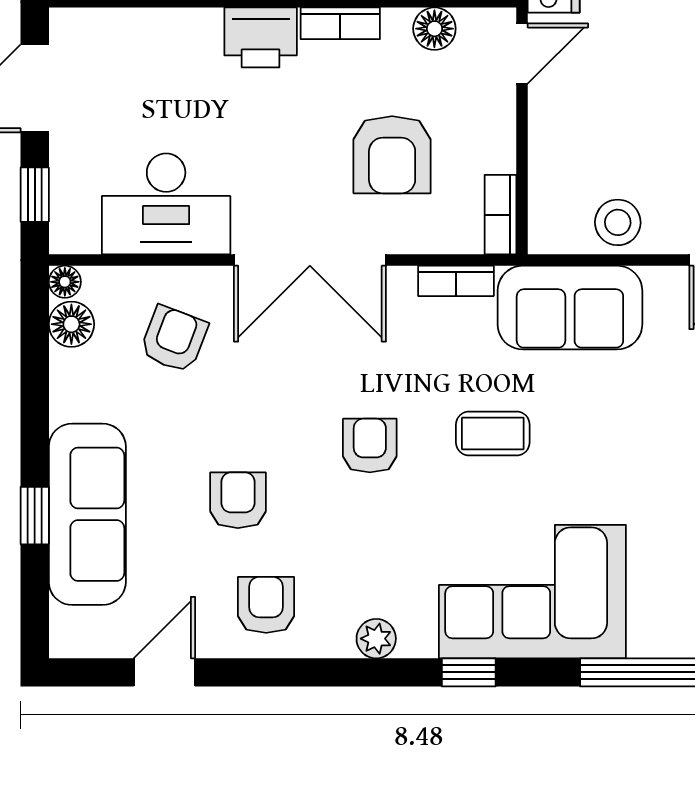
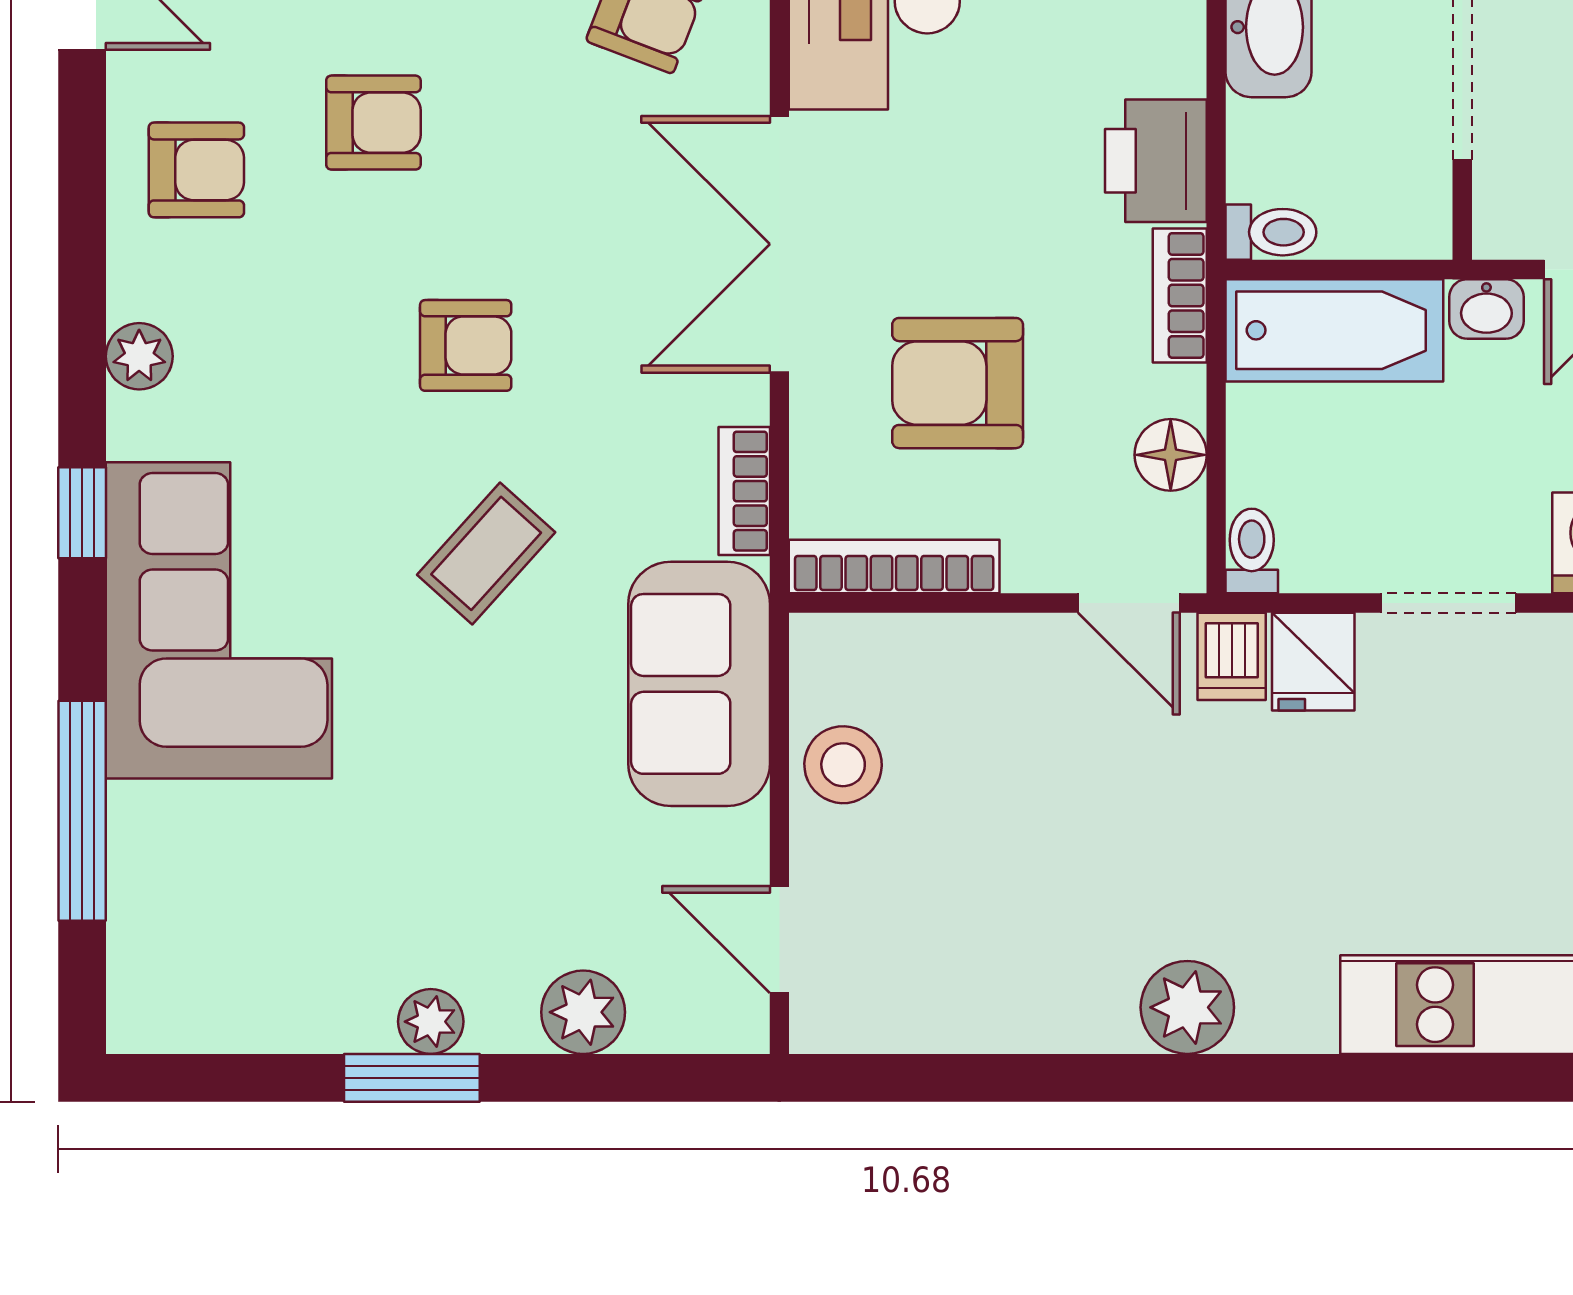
bookcase: (501, 215) -> (894, 567), width x1.56
coffee table: (493, 434) -> (486, 553), turned 42

